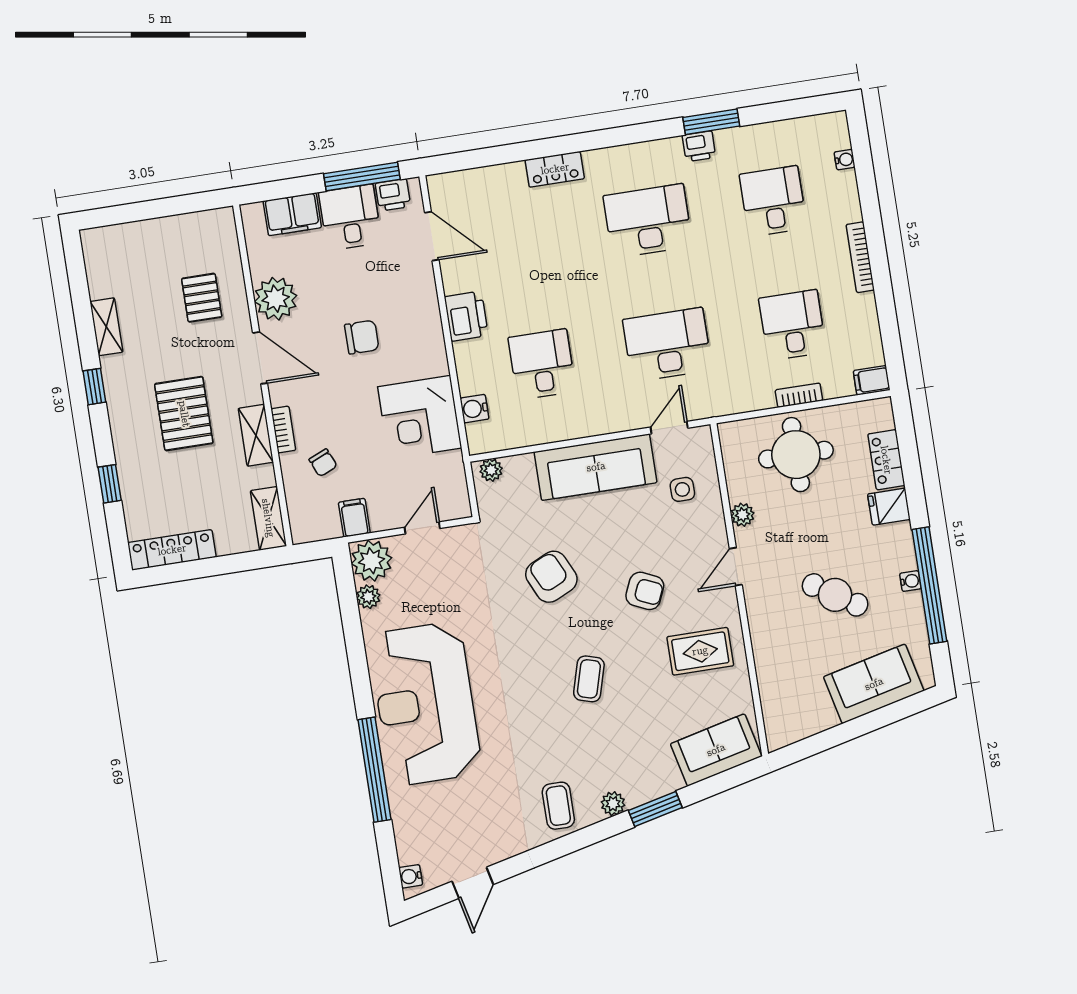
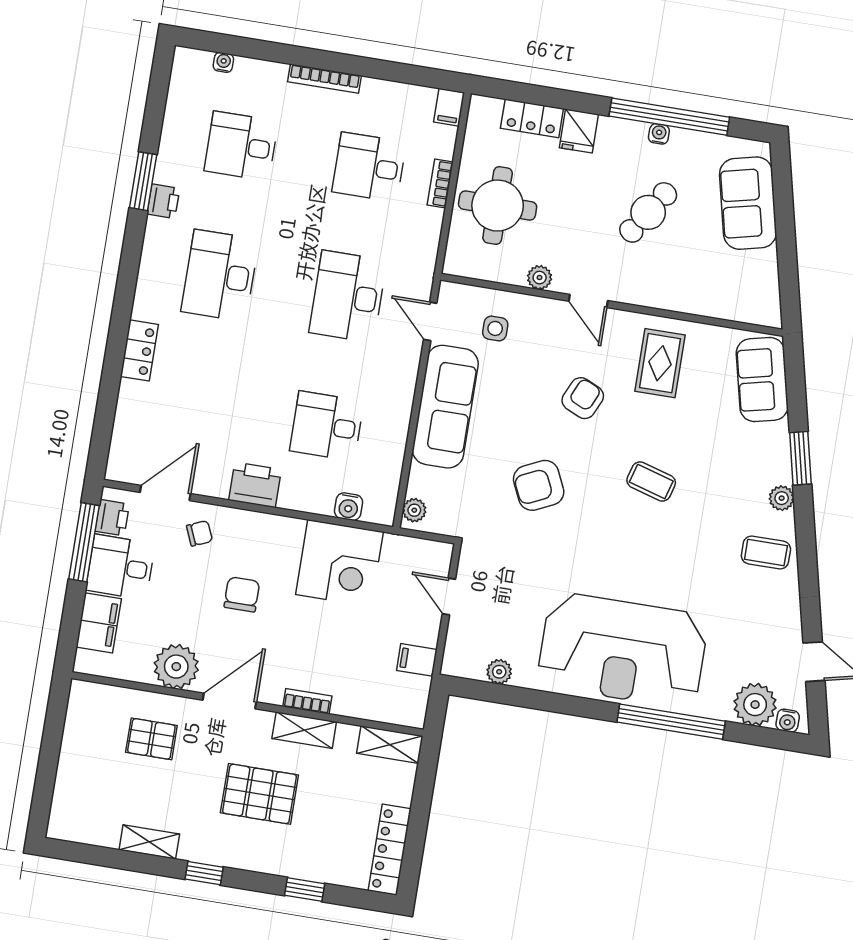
chair: (323, 463) -> (199, 533), moved
plant: (371, 561) -> (755, 705), moved

